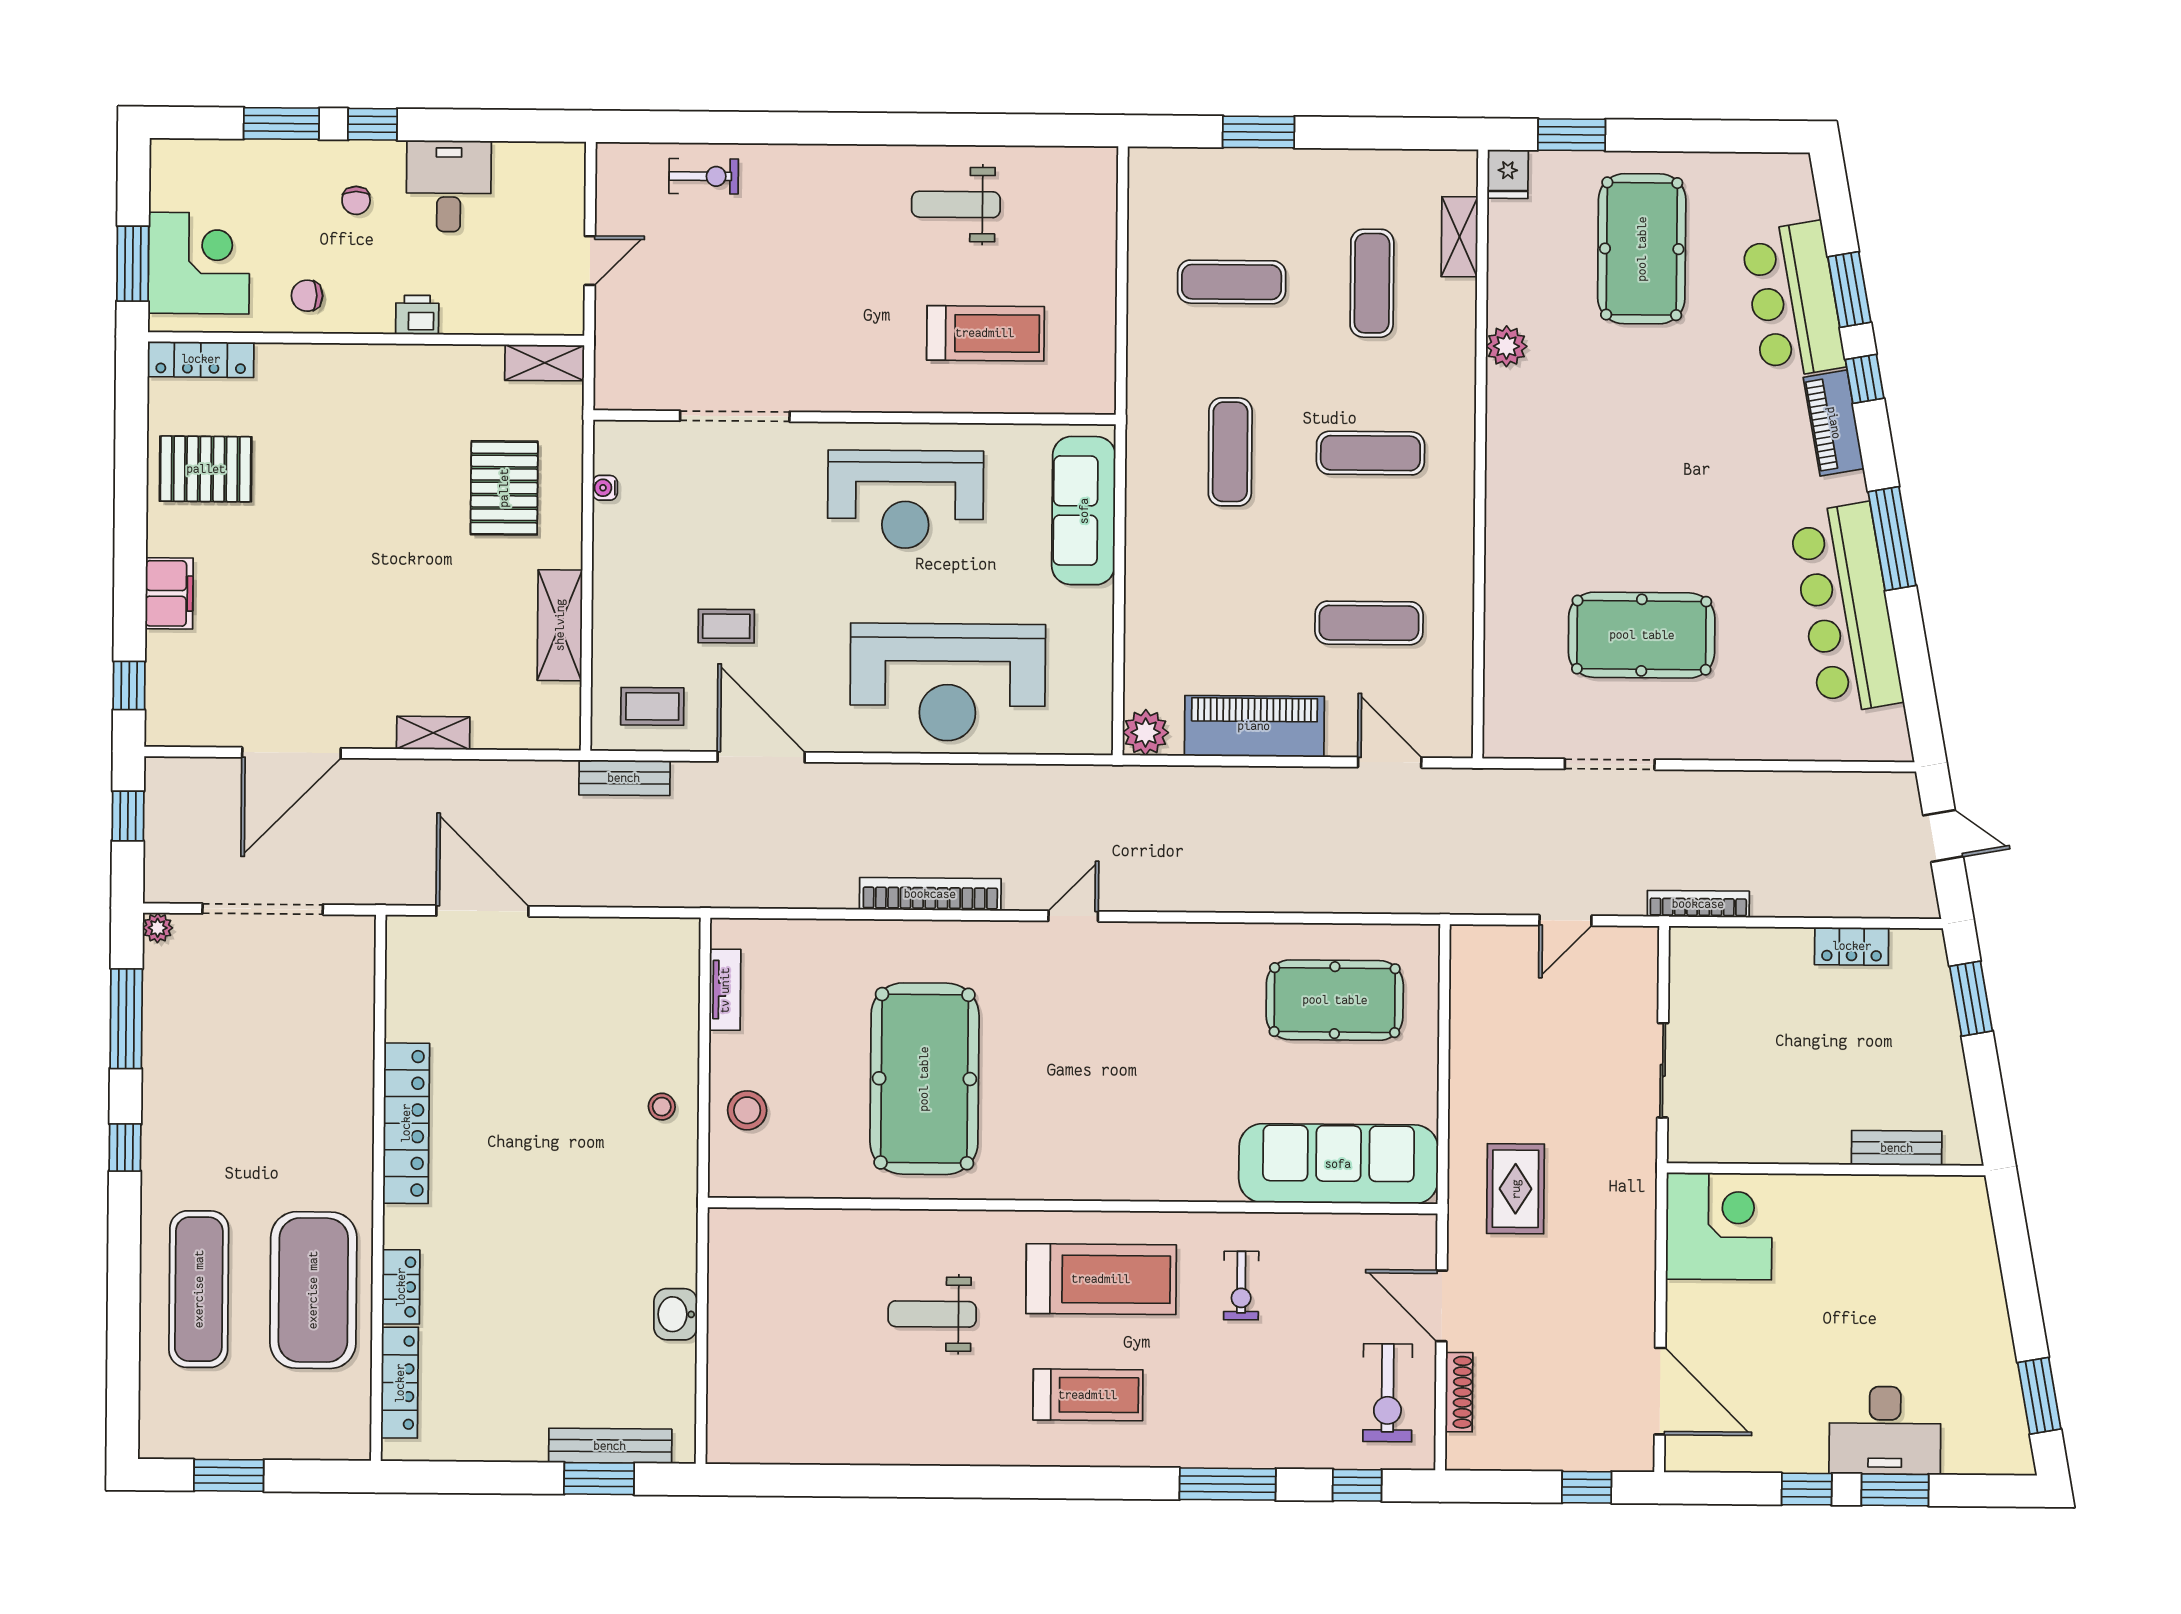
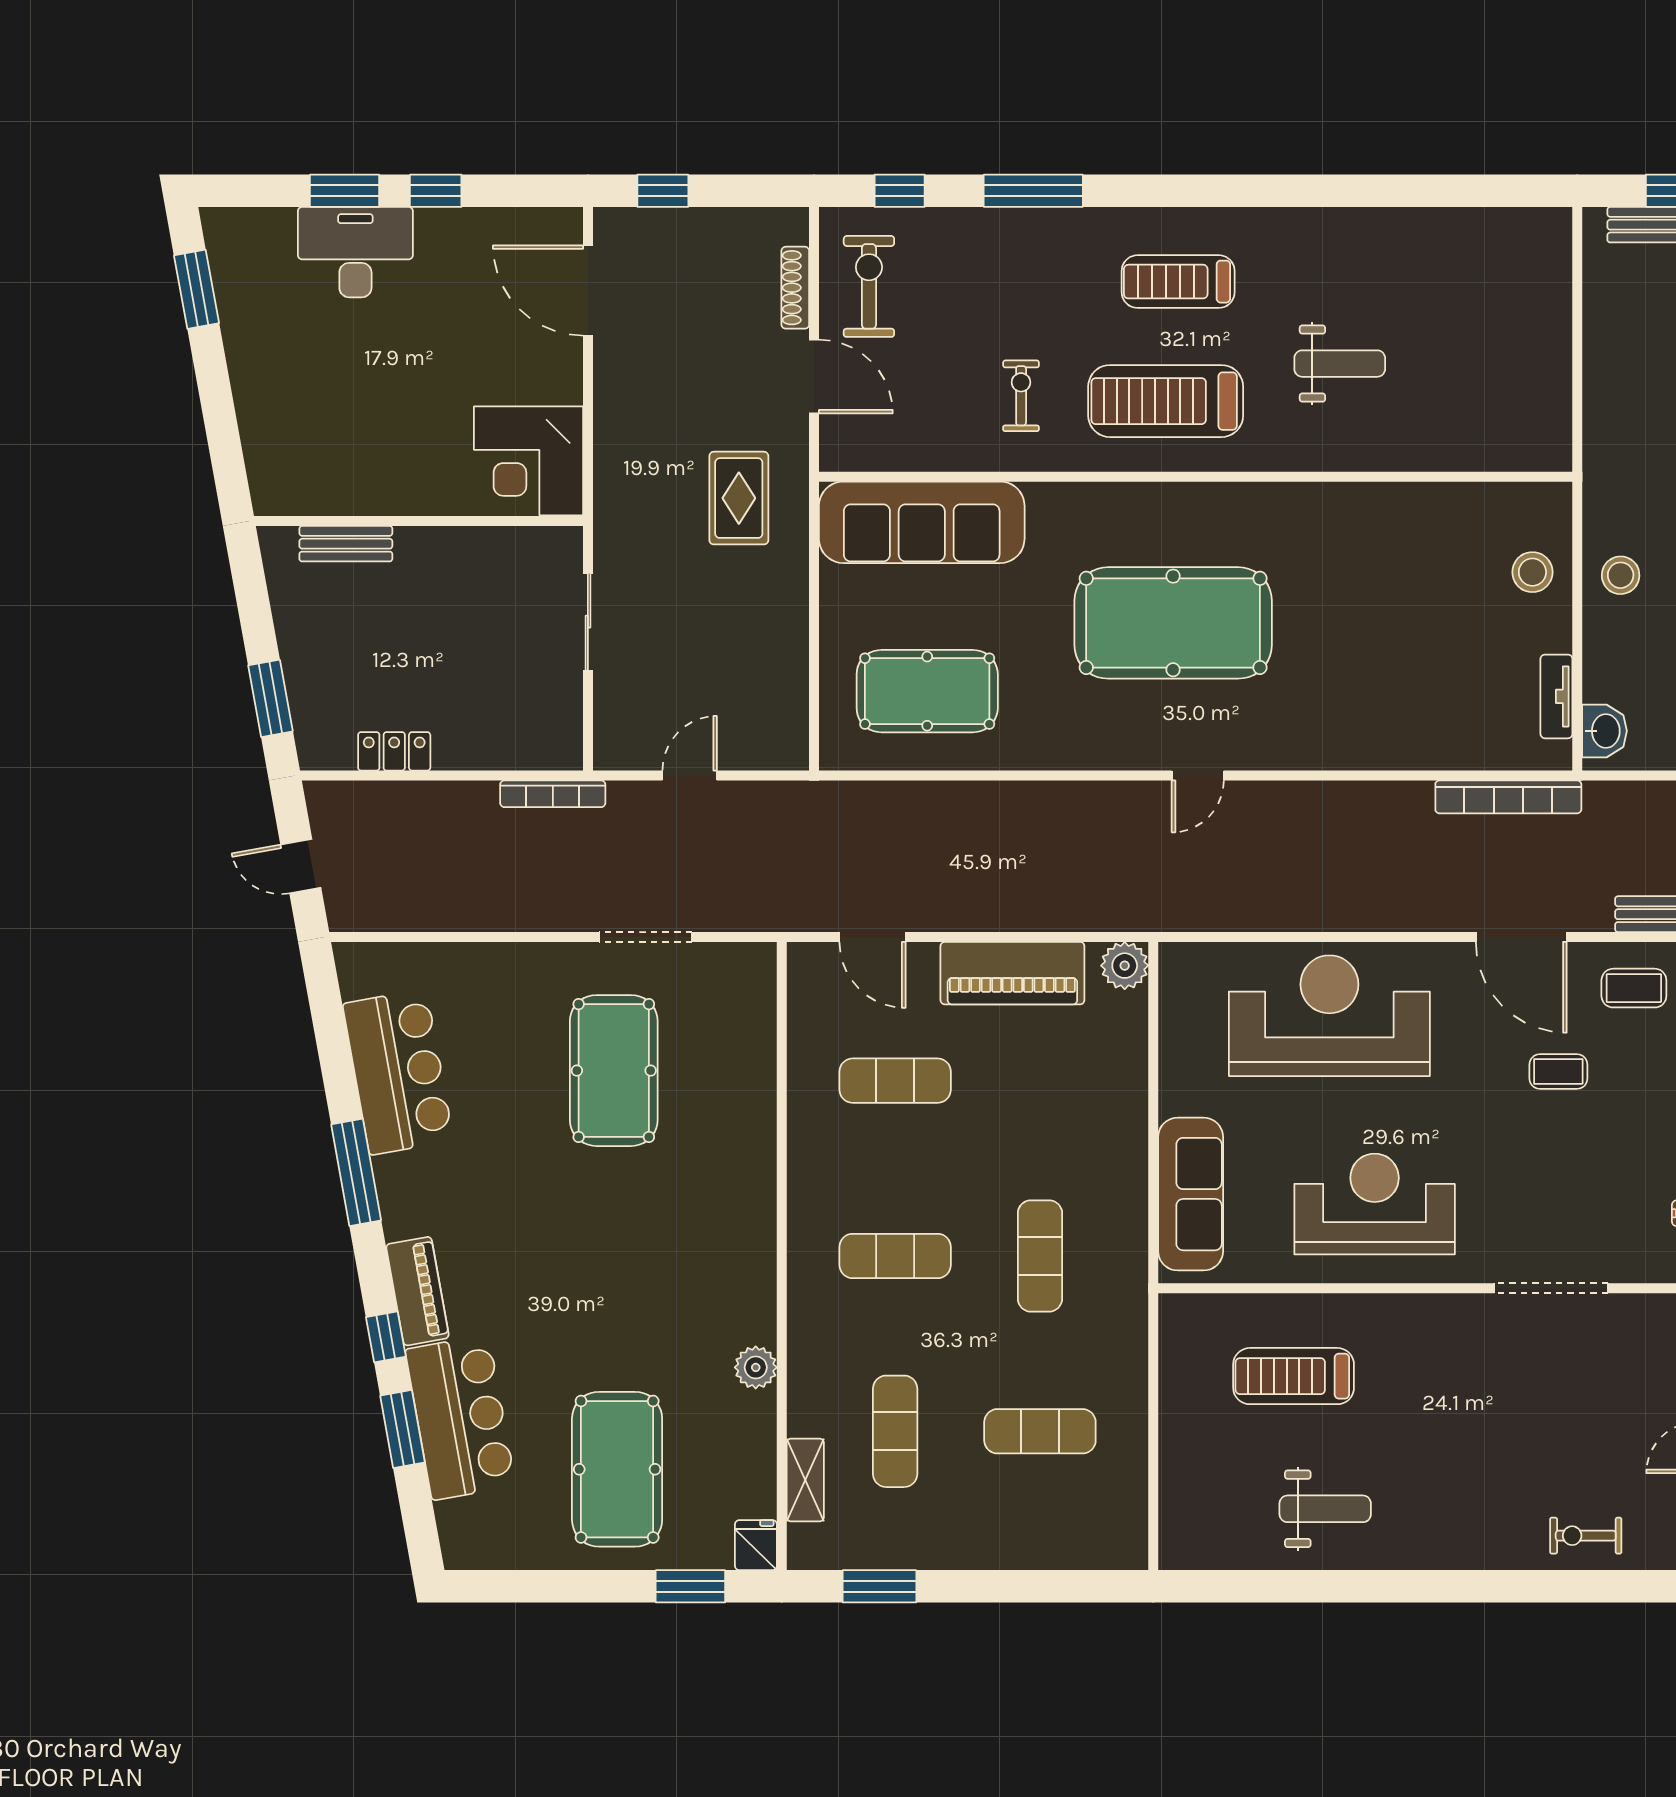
window: (1259, 132) -> (879, 1586), moved
bar counter: (1846, 609) -> (398, 1072), width x0.73
pool table: (1642, 635) -> (614, 1071), turned 90
bookcase: (930, 894) -> (1508, 797), moved
pool table: (924, 1079) -> (1173, 623), moved, turned 90
stool: (662, 1107) -> (1621, 575), width x1.37, depth x1.37
washbasin: (676, 1314) -> (1604, 731), moved

